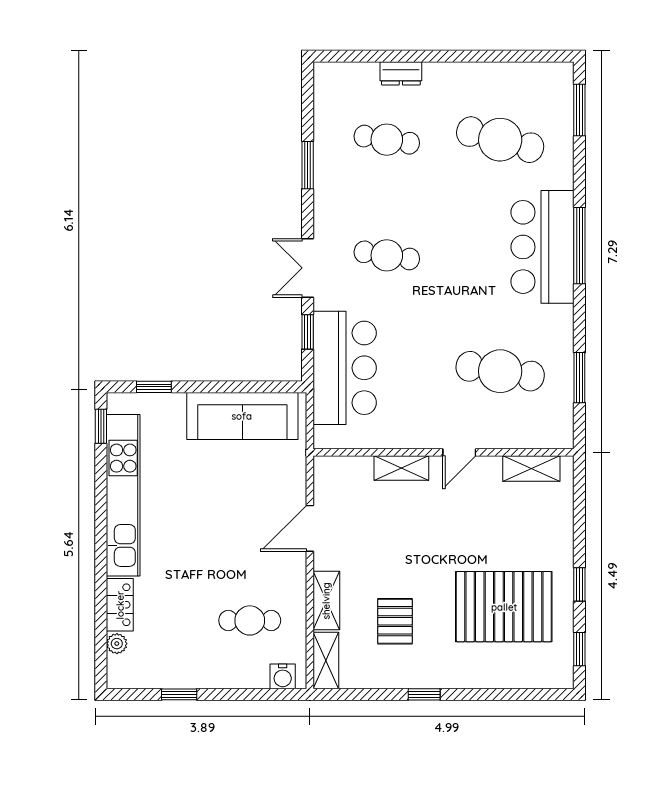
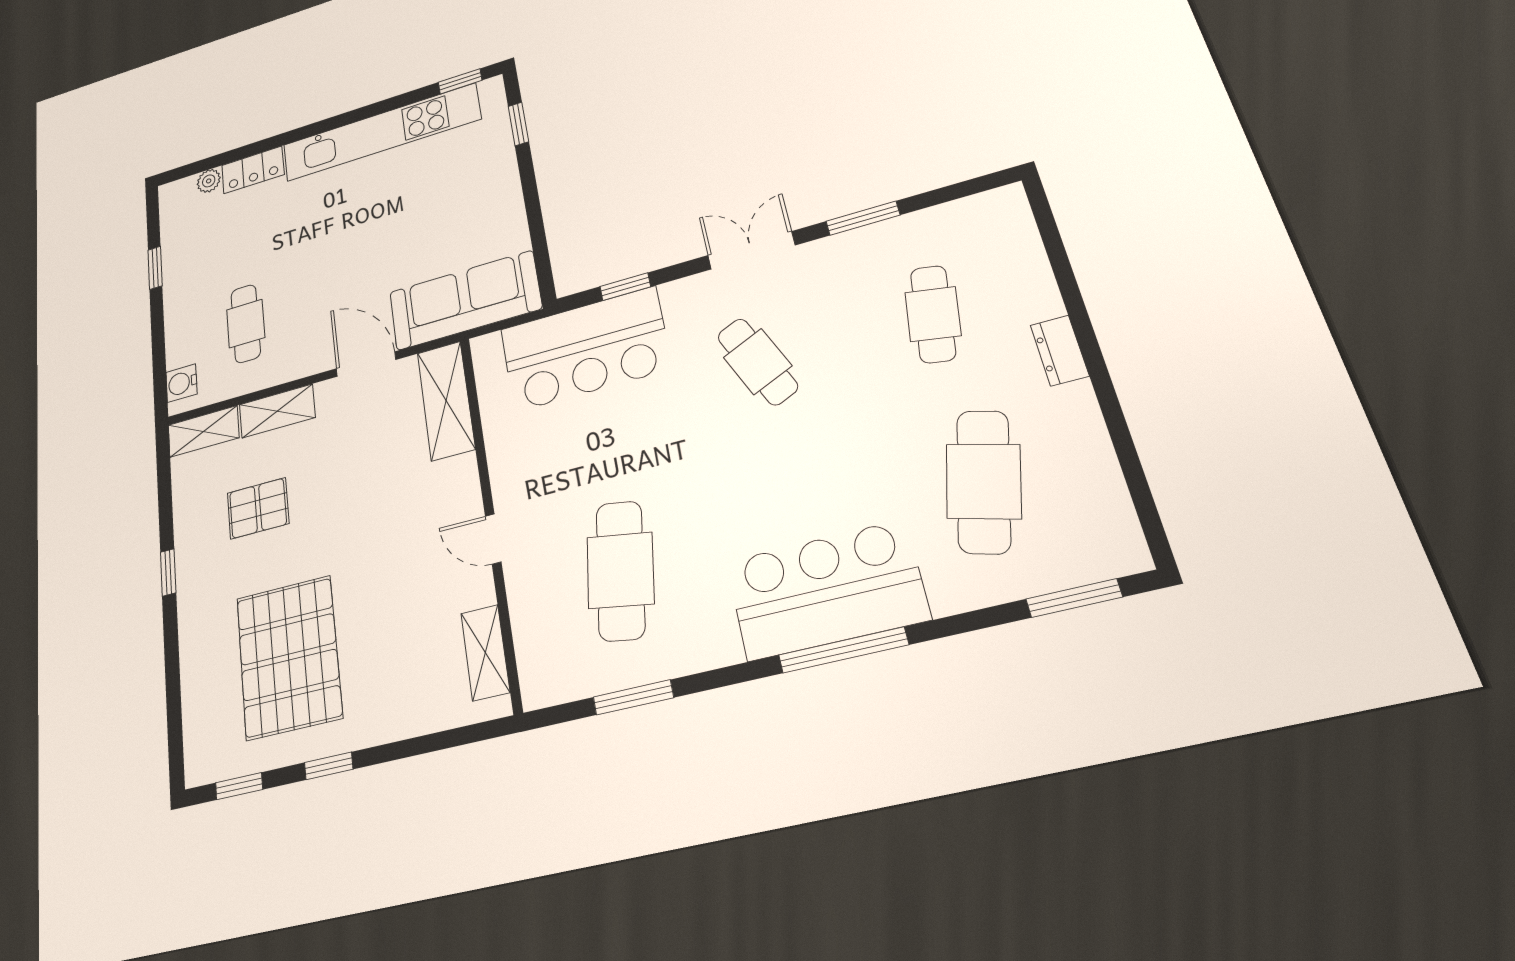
dresser: (401, 73) -> (1060, 350), moved
cafe table: (387, 255) -> (757, 362), turned -33
double door: (308, 268) -> (751, 250), moved
sofa: (242, 416) -> (465, 300), moved, turned 90
shelving: (401, 468) -> (446, 401), moved, width x1.50, depth x1.33

